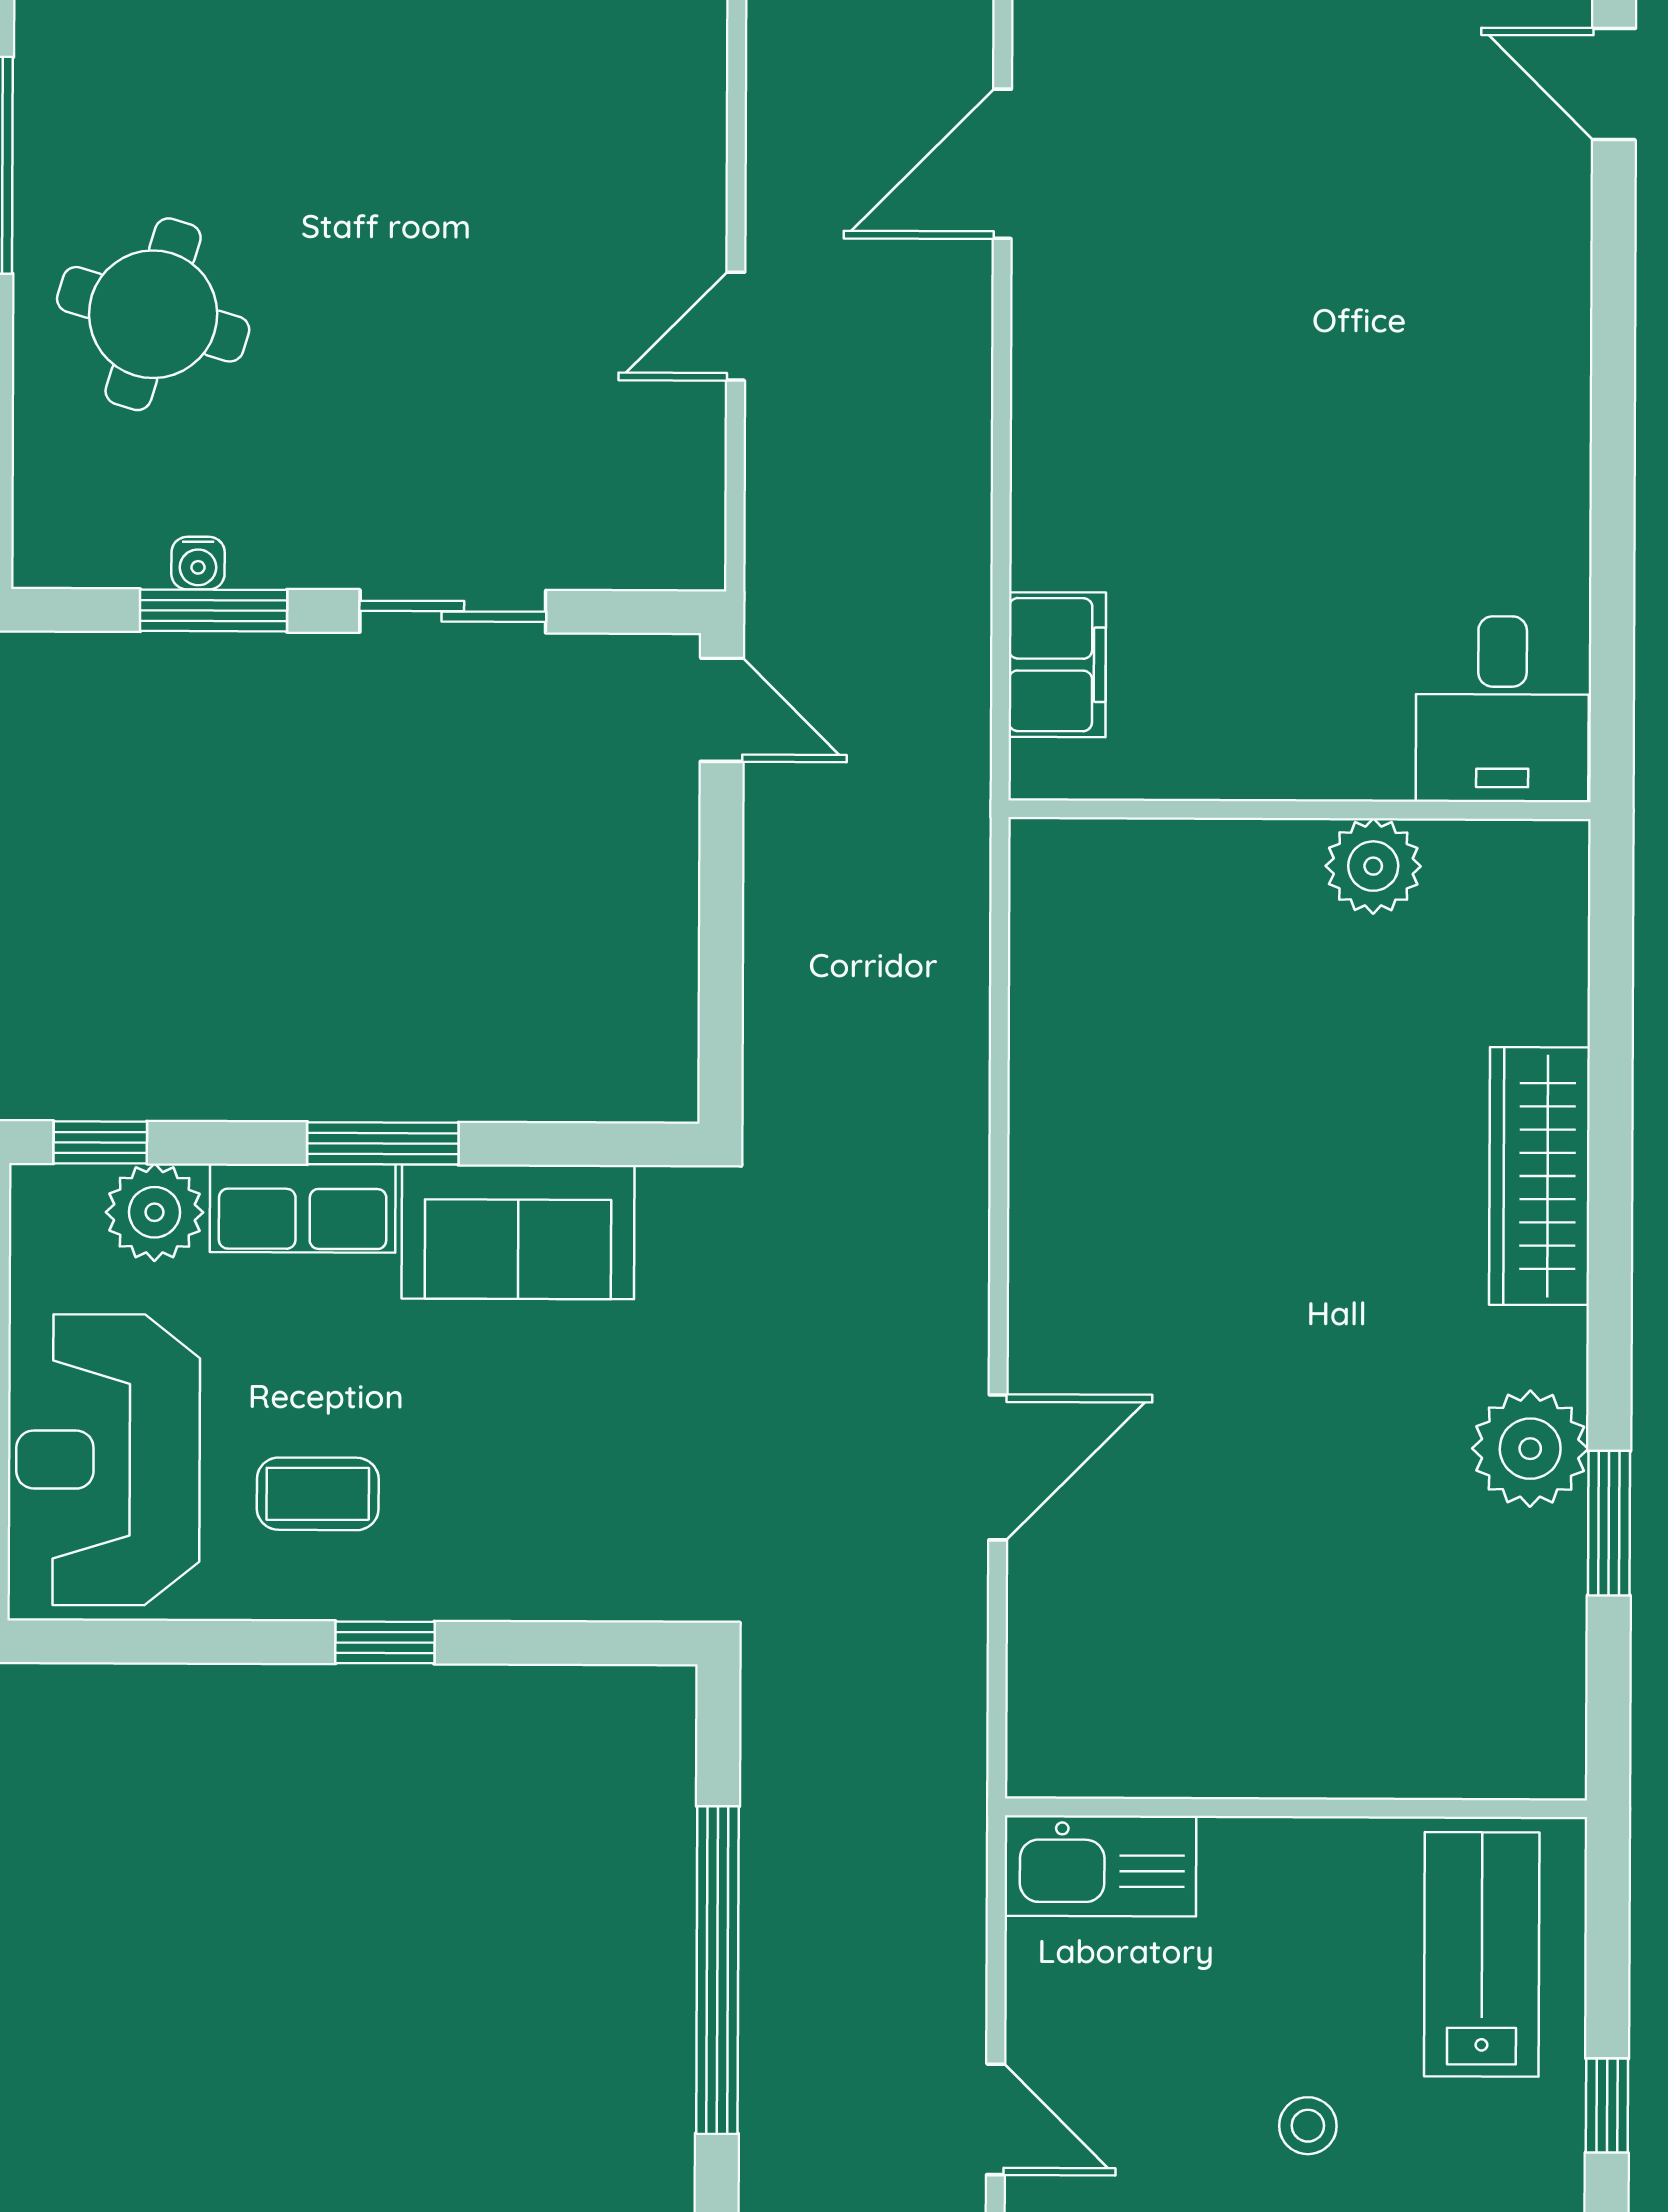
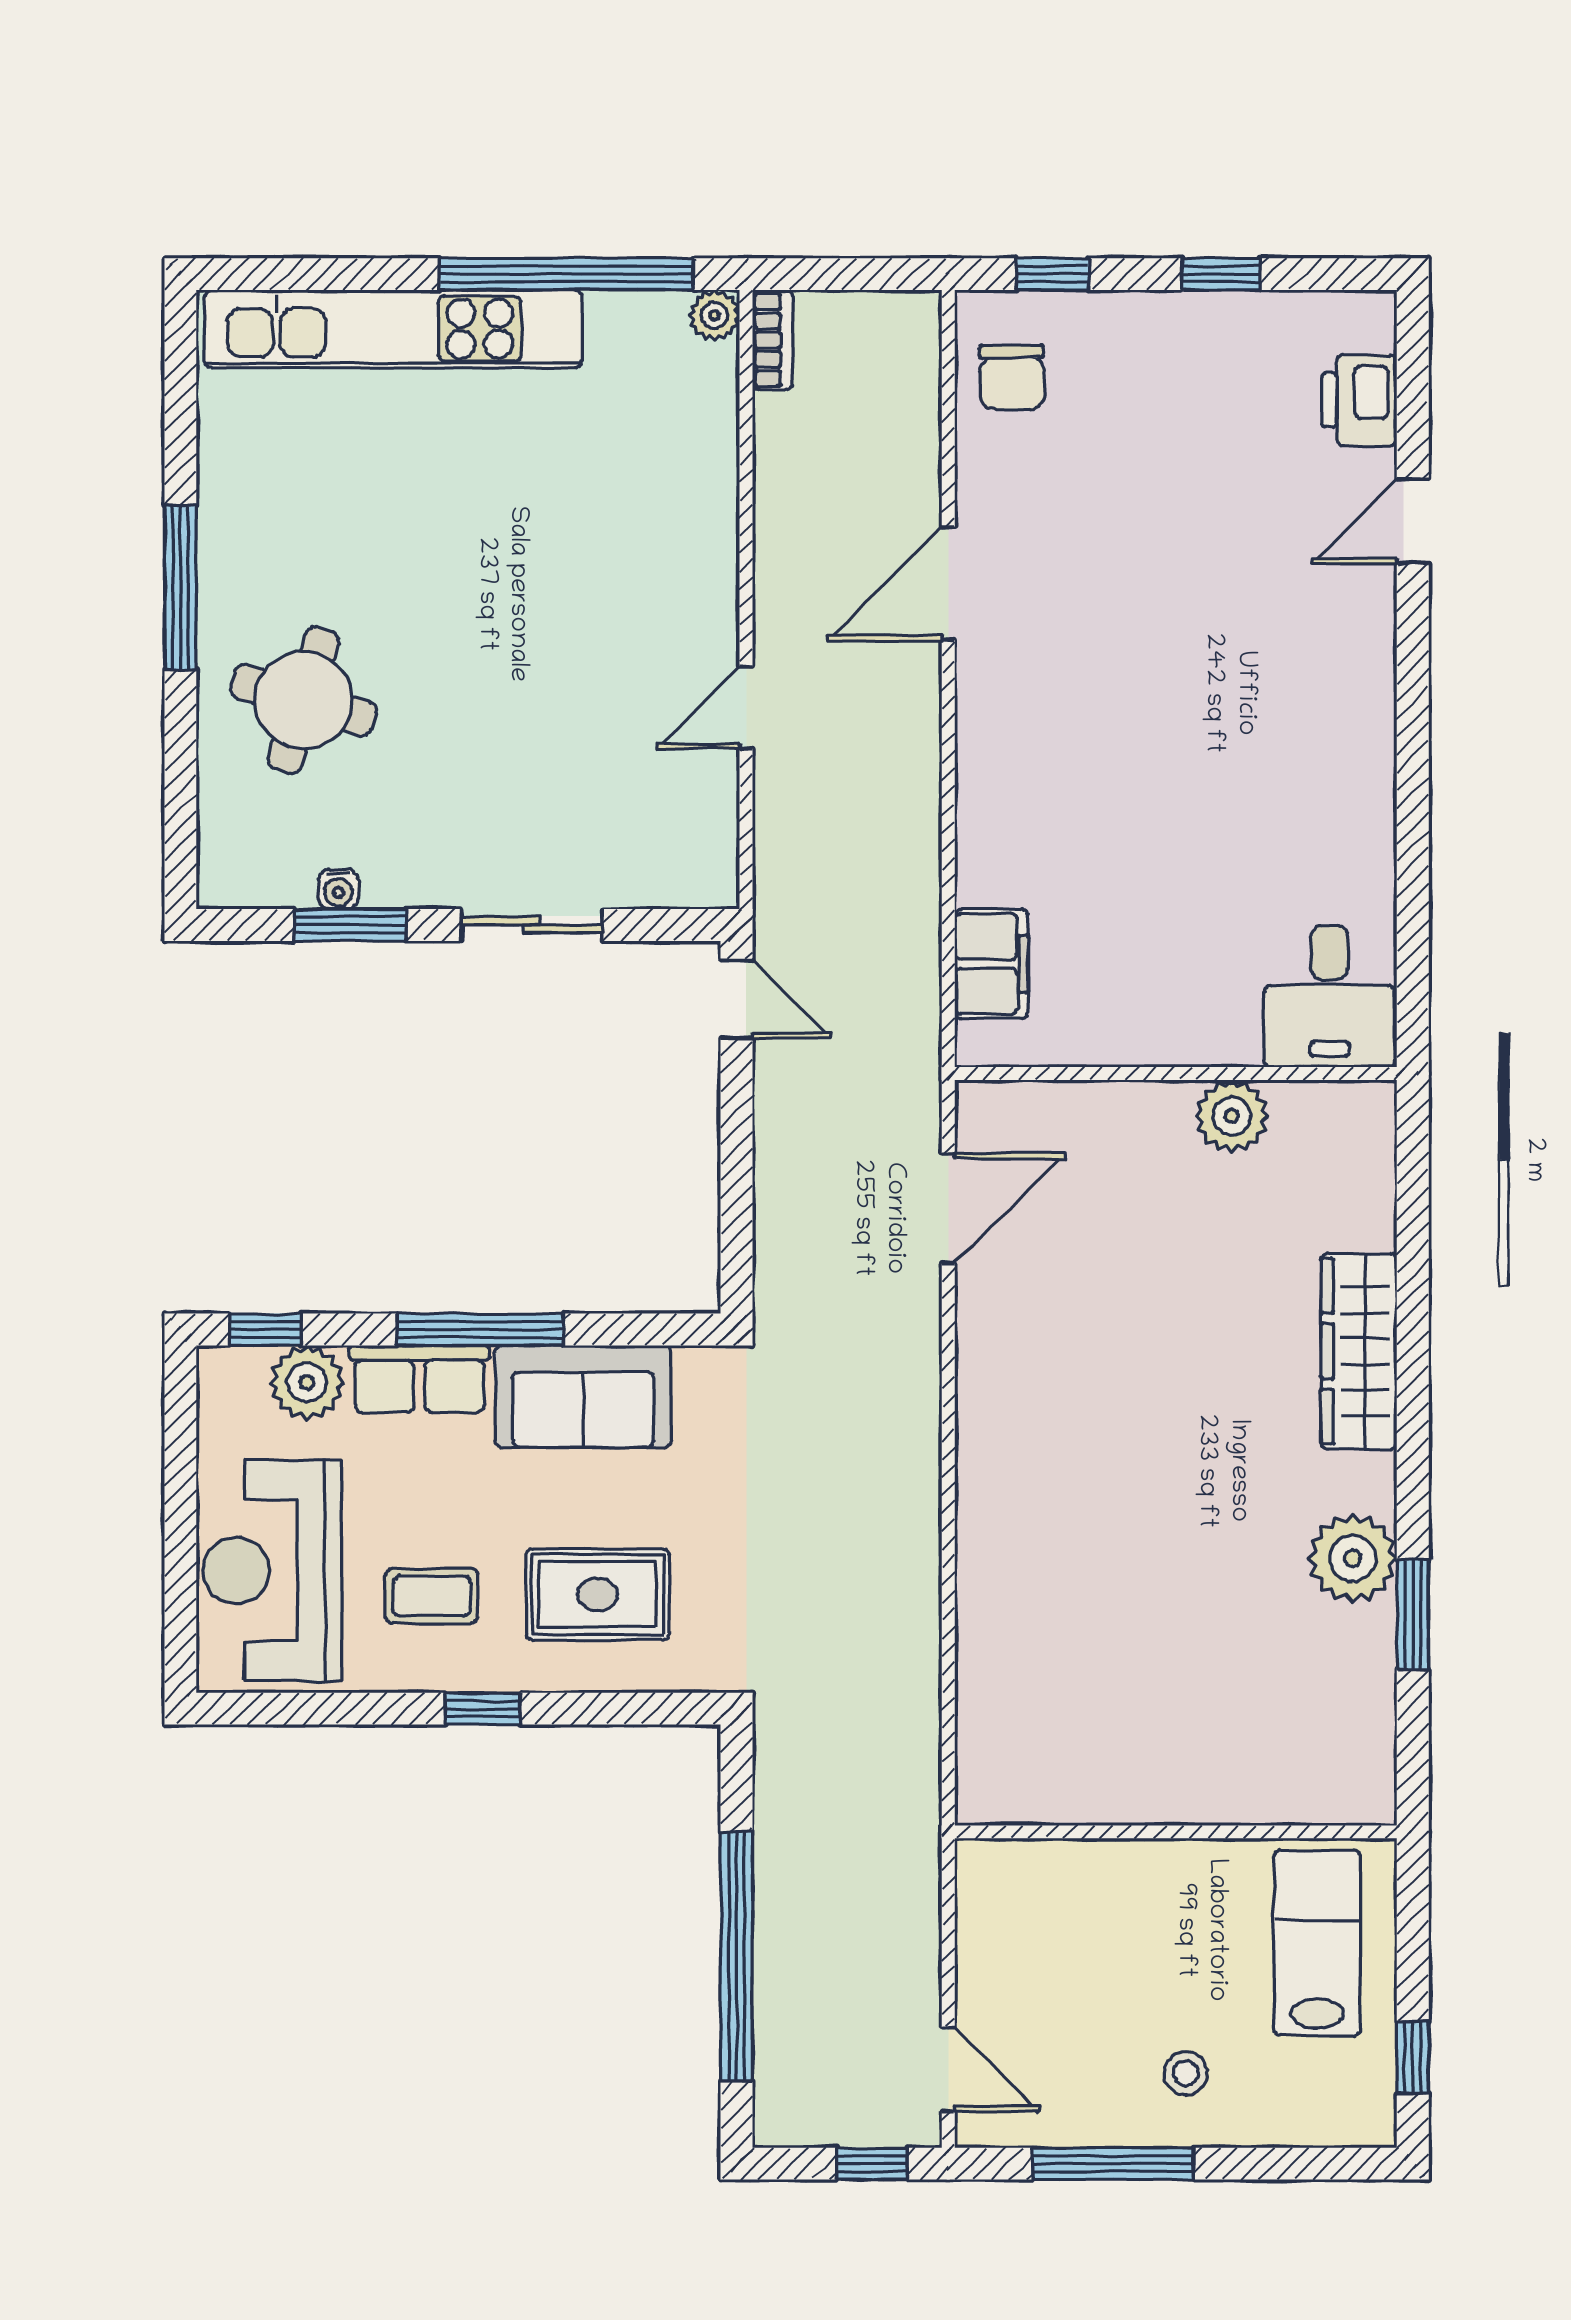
door: (1614, 84) -> (1413, 521), hinge flipped
window: (383, 1143) -> (480, 1329), width x1.44
door: (998, 1467) -> (948, 1208), moved
rug: (536, 1493) -> (598, 1594), added
kitchen sink: (1100, 1866) -> (1027, 1877), removed

